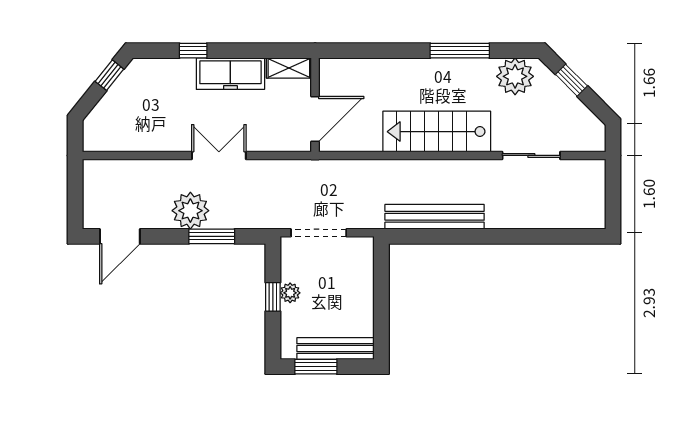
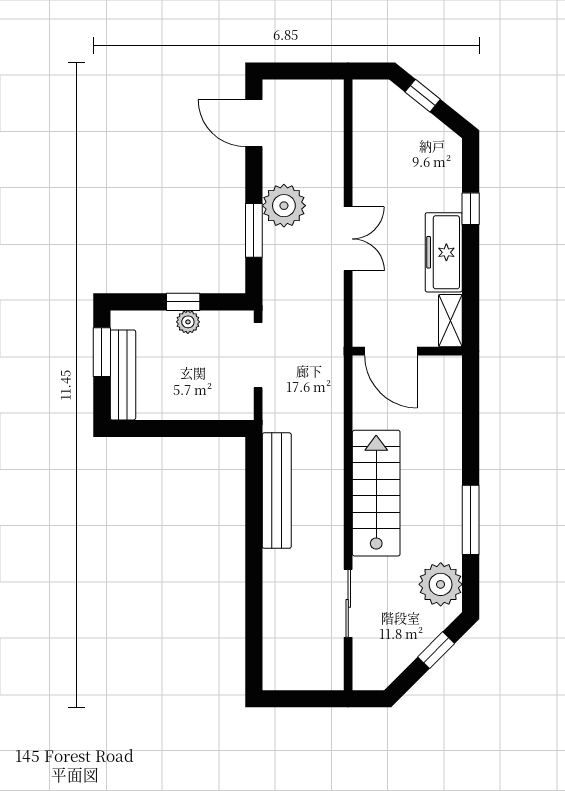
window: (109, 75) -> (423, 96), moved

